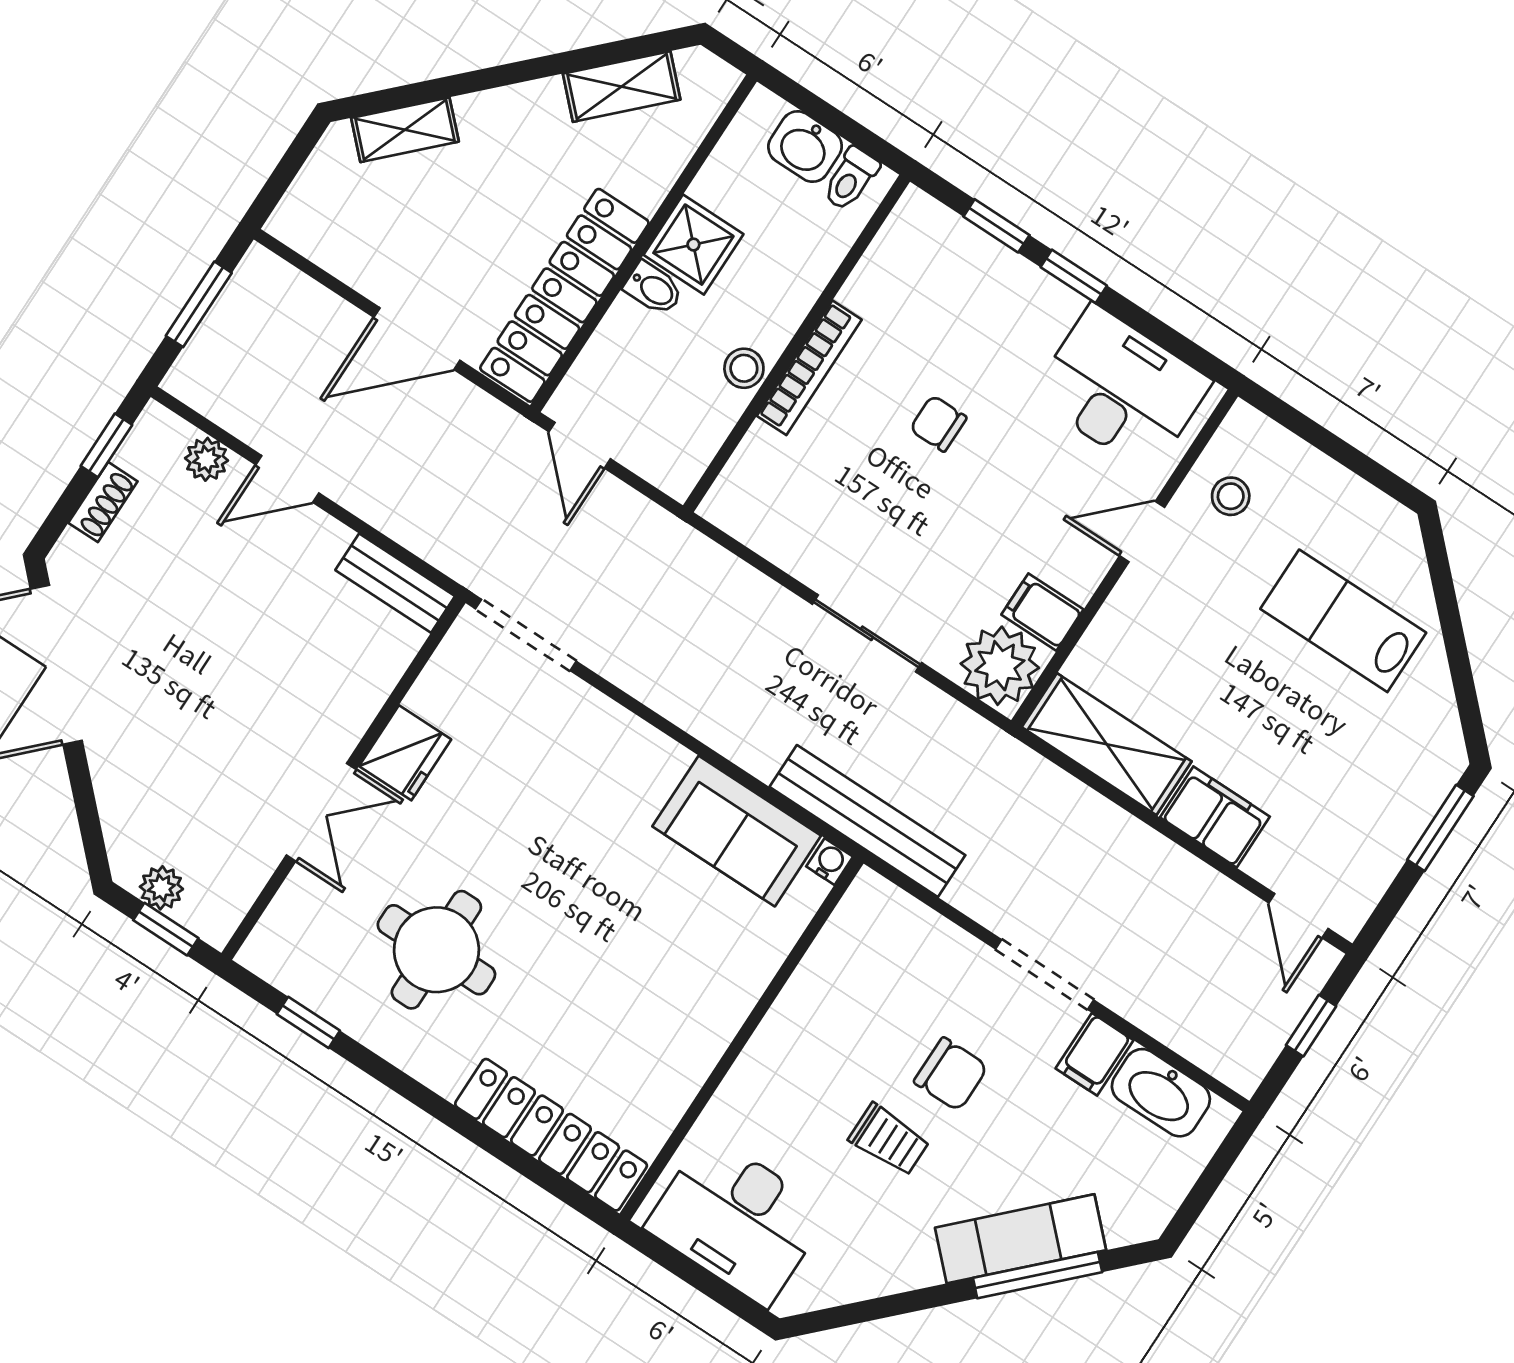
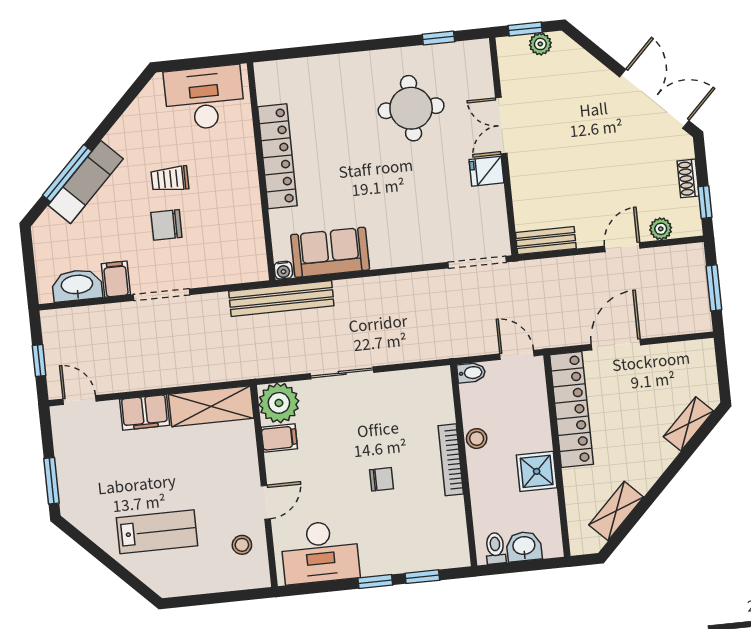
bidet: (653, 288) -> (471, 373), moved, turned 180
fridge: (405, 753) -> (487, 171), width x0.72
locker: (551, 1135) -> (277, 156), moved, turned -90

